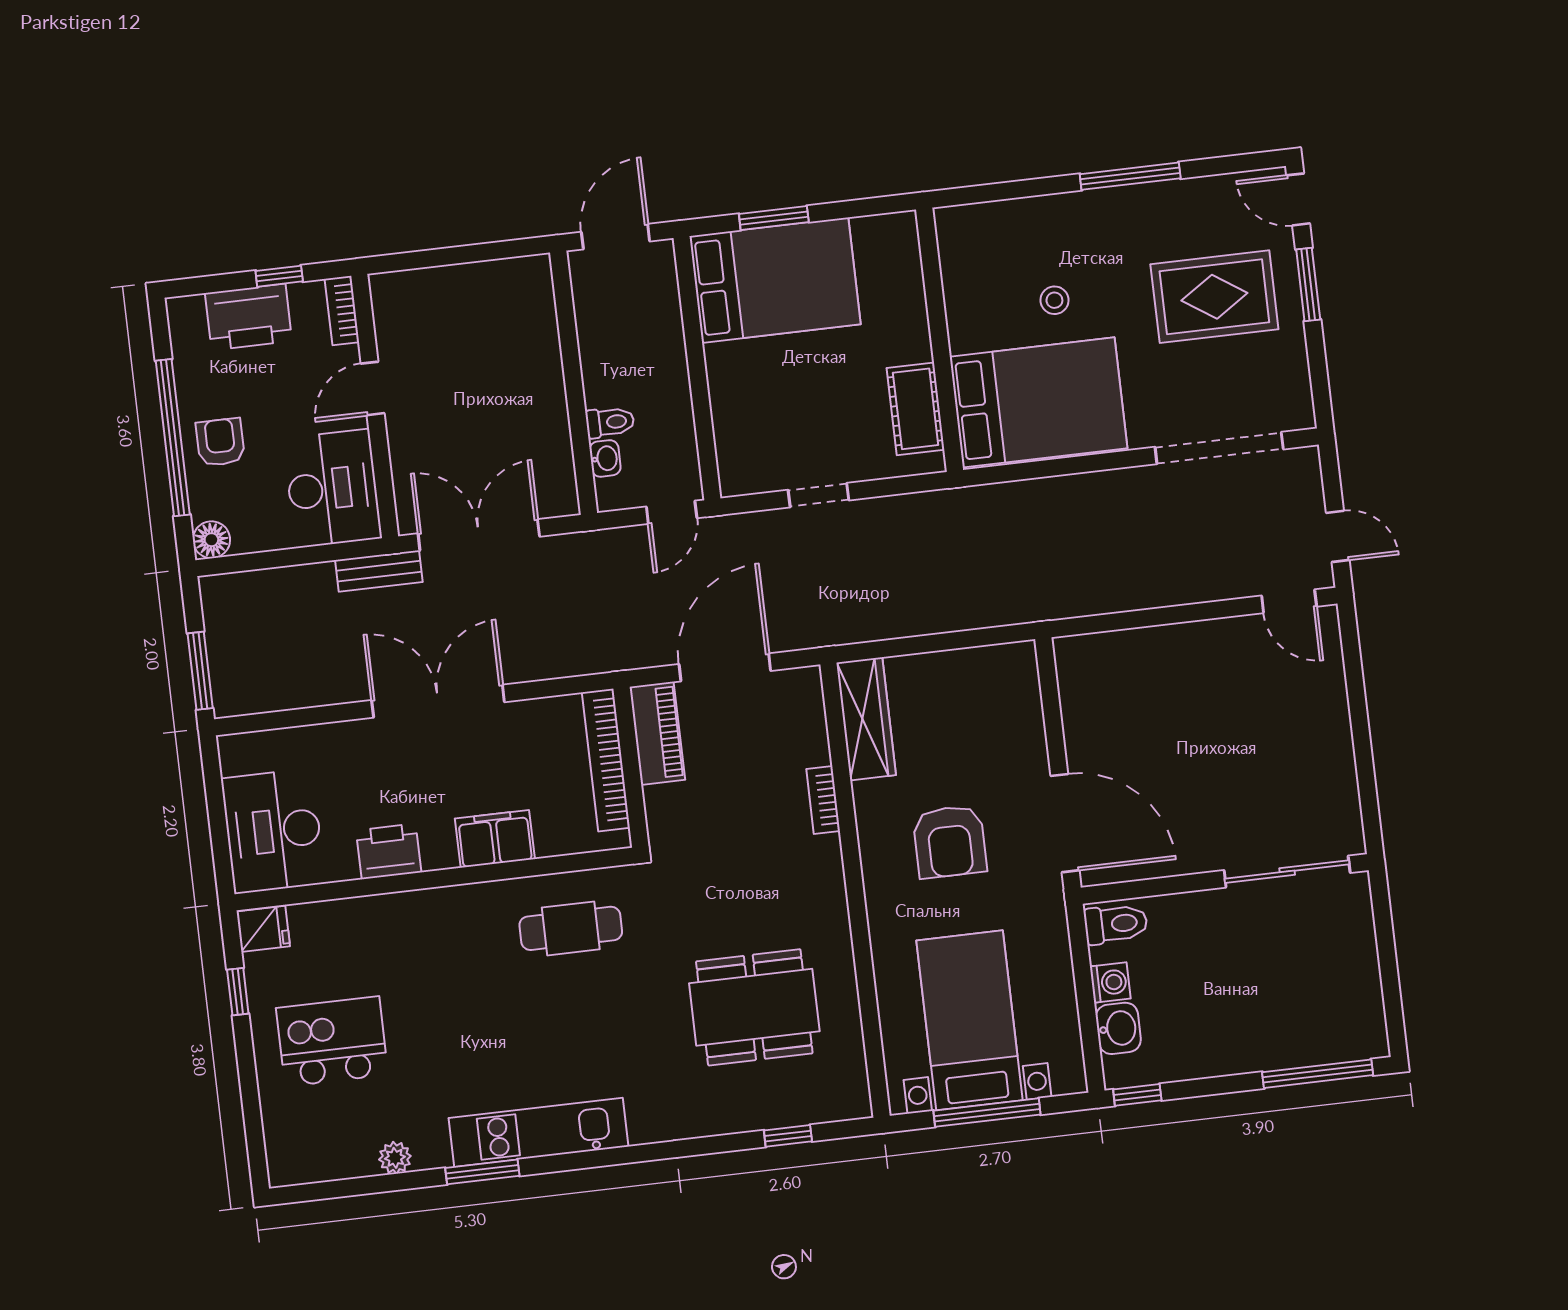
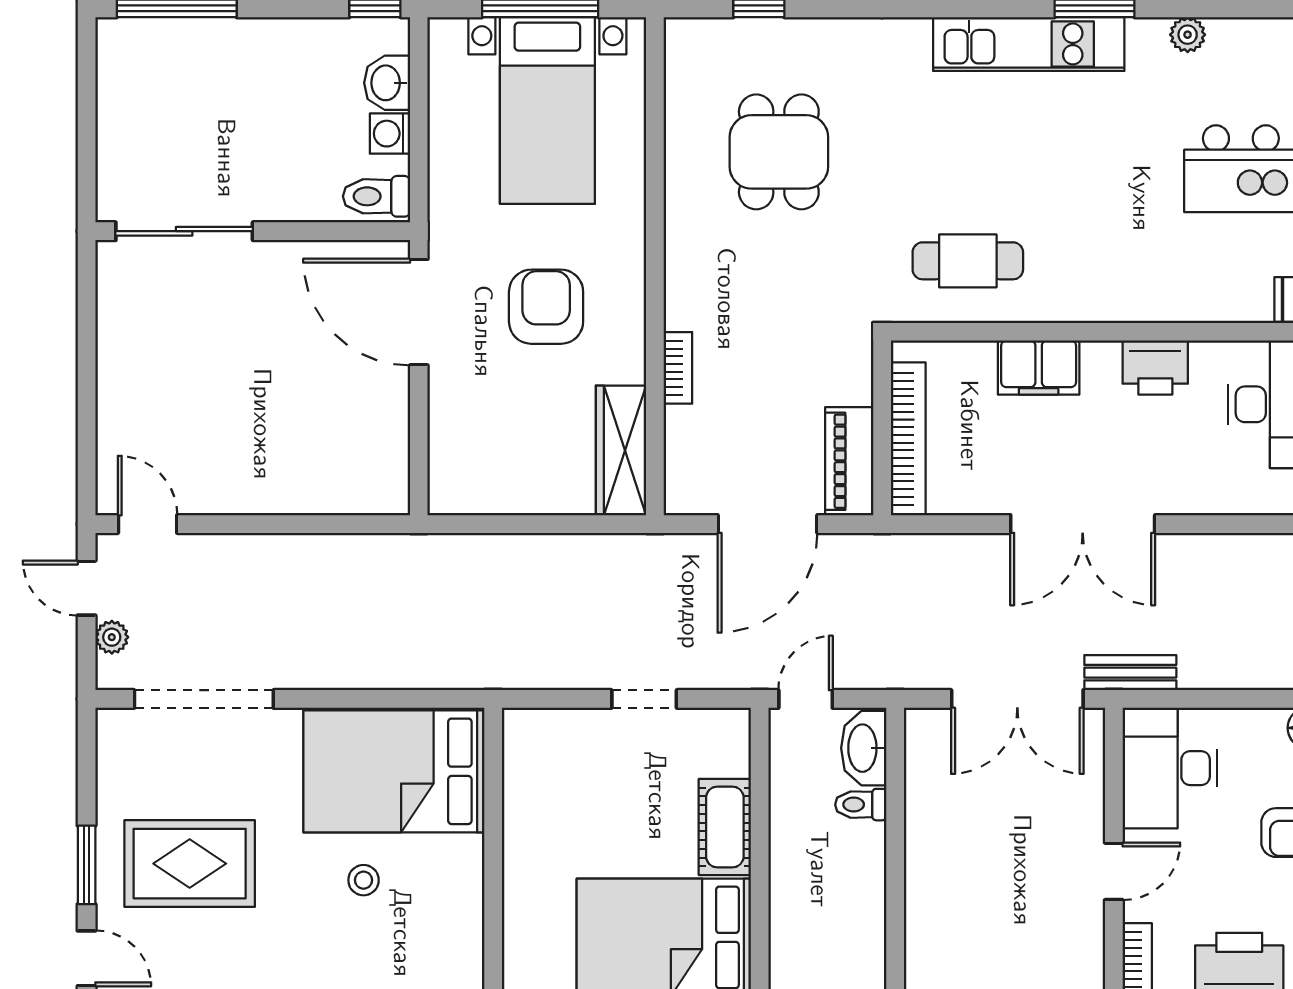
cot: (916, 409) -> (725, 827), moved
washbasin: (605, 458) -> (864, 748), width x1.91, depth x1.45
plant: (1310, 494) -> (112, 637), added
dining table: (754, 1007) -> (779, 152), width x0.73

